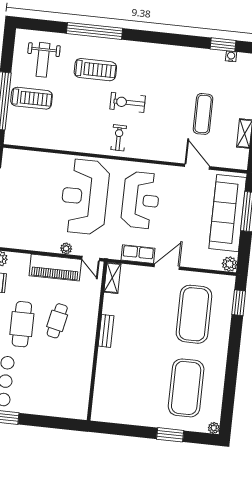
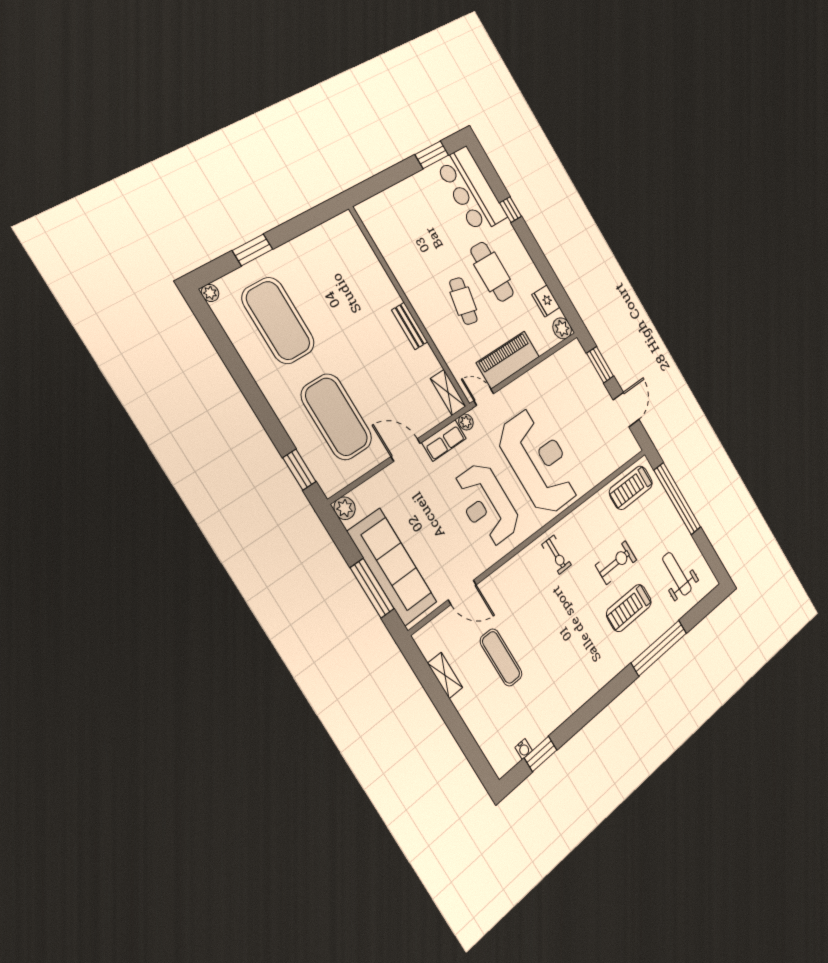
treadmill: (32, 98) -> (631, 488), moved
exercise bike: (128, 102) -> (616, 563), moved
plant: (66, 248) -> (466, 422), moved
door: (167, 267) -> (406, 450), swing flipped

